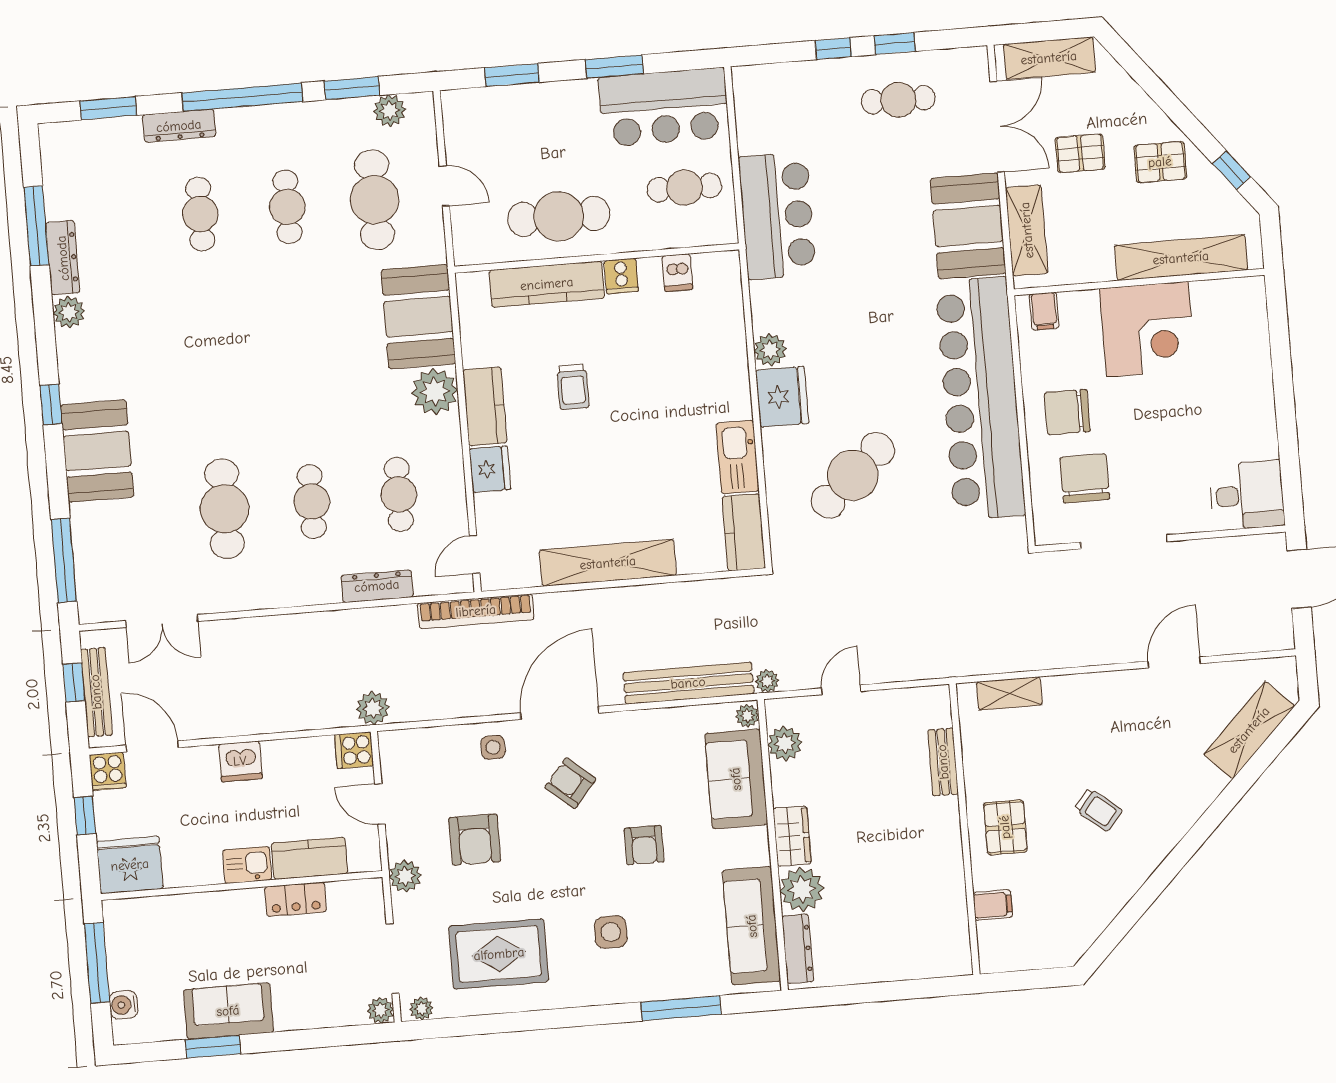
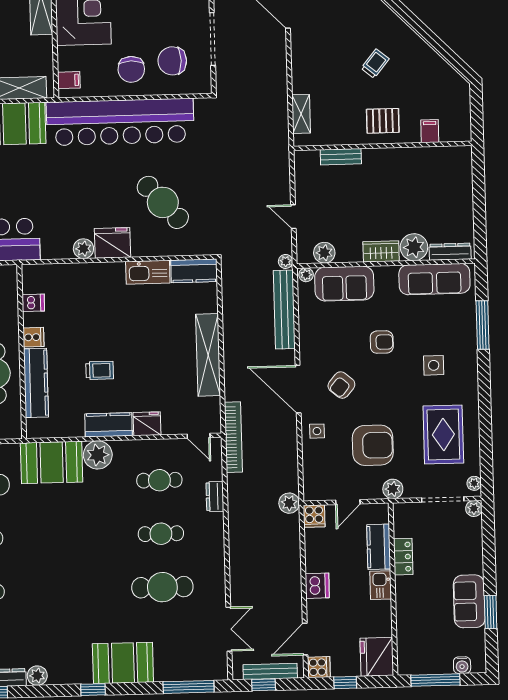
dresser: (377, 586) -> (215, 496), width x0.70
armchair: (475, 840) -> (373, 445), width x1.36, depth x1.36

